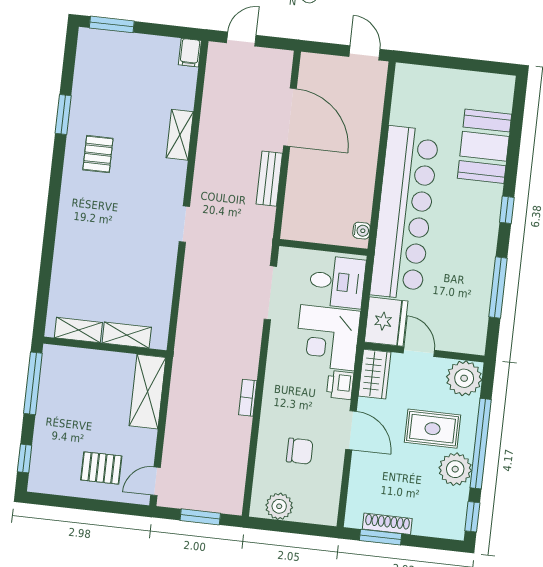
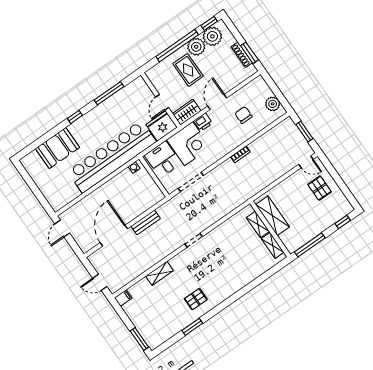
plant: (464, 378) -> (212, 36), moved
shelving: (147, 392) -> (272, 216), moved, turned 90

